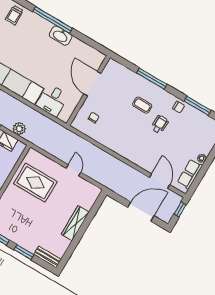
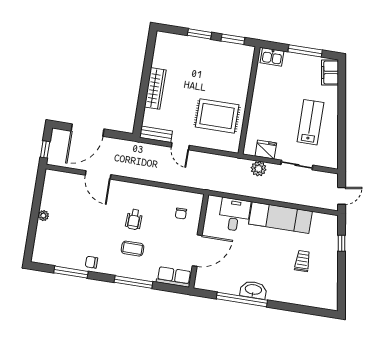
trolley: (14, 15) -> (302, 261), moved
window: (53, 20) -> (242, 299), moved
door: (92, 84) -> (197, 251), hinge flipped
wheelchair: (160, 124) -> (134, 219), moved
row of seats: (190, 174) -> (174, 277), moved, turned -90
door: (160, 181) -> (98, 175), moved
bench: (48, 257) -> (156, 134), moved

